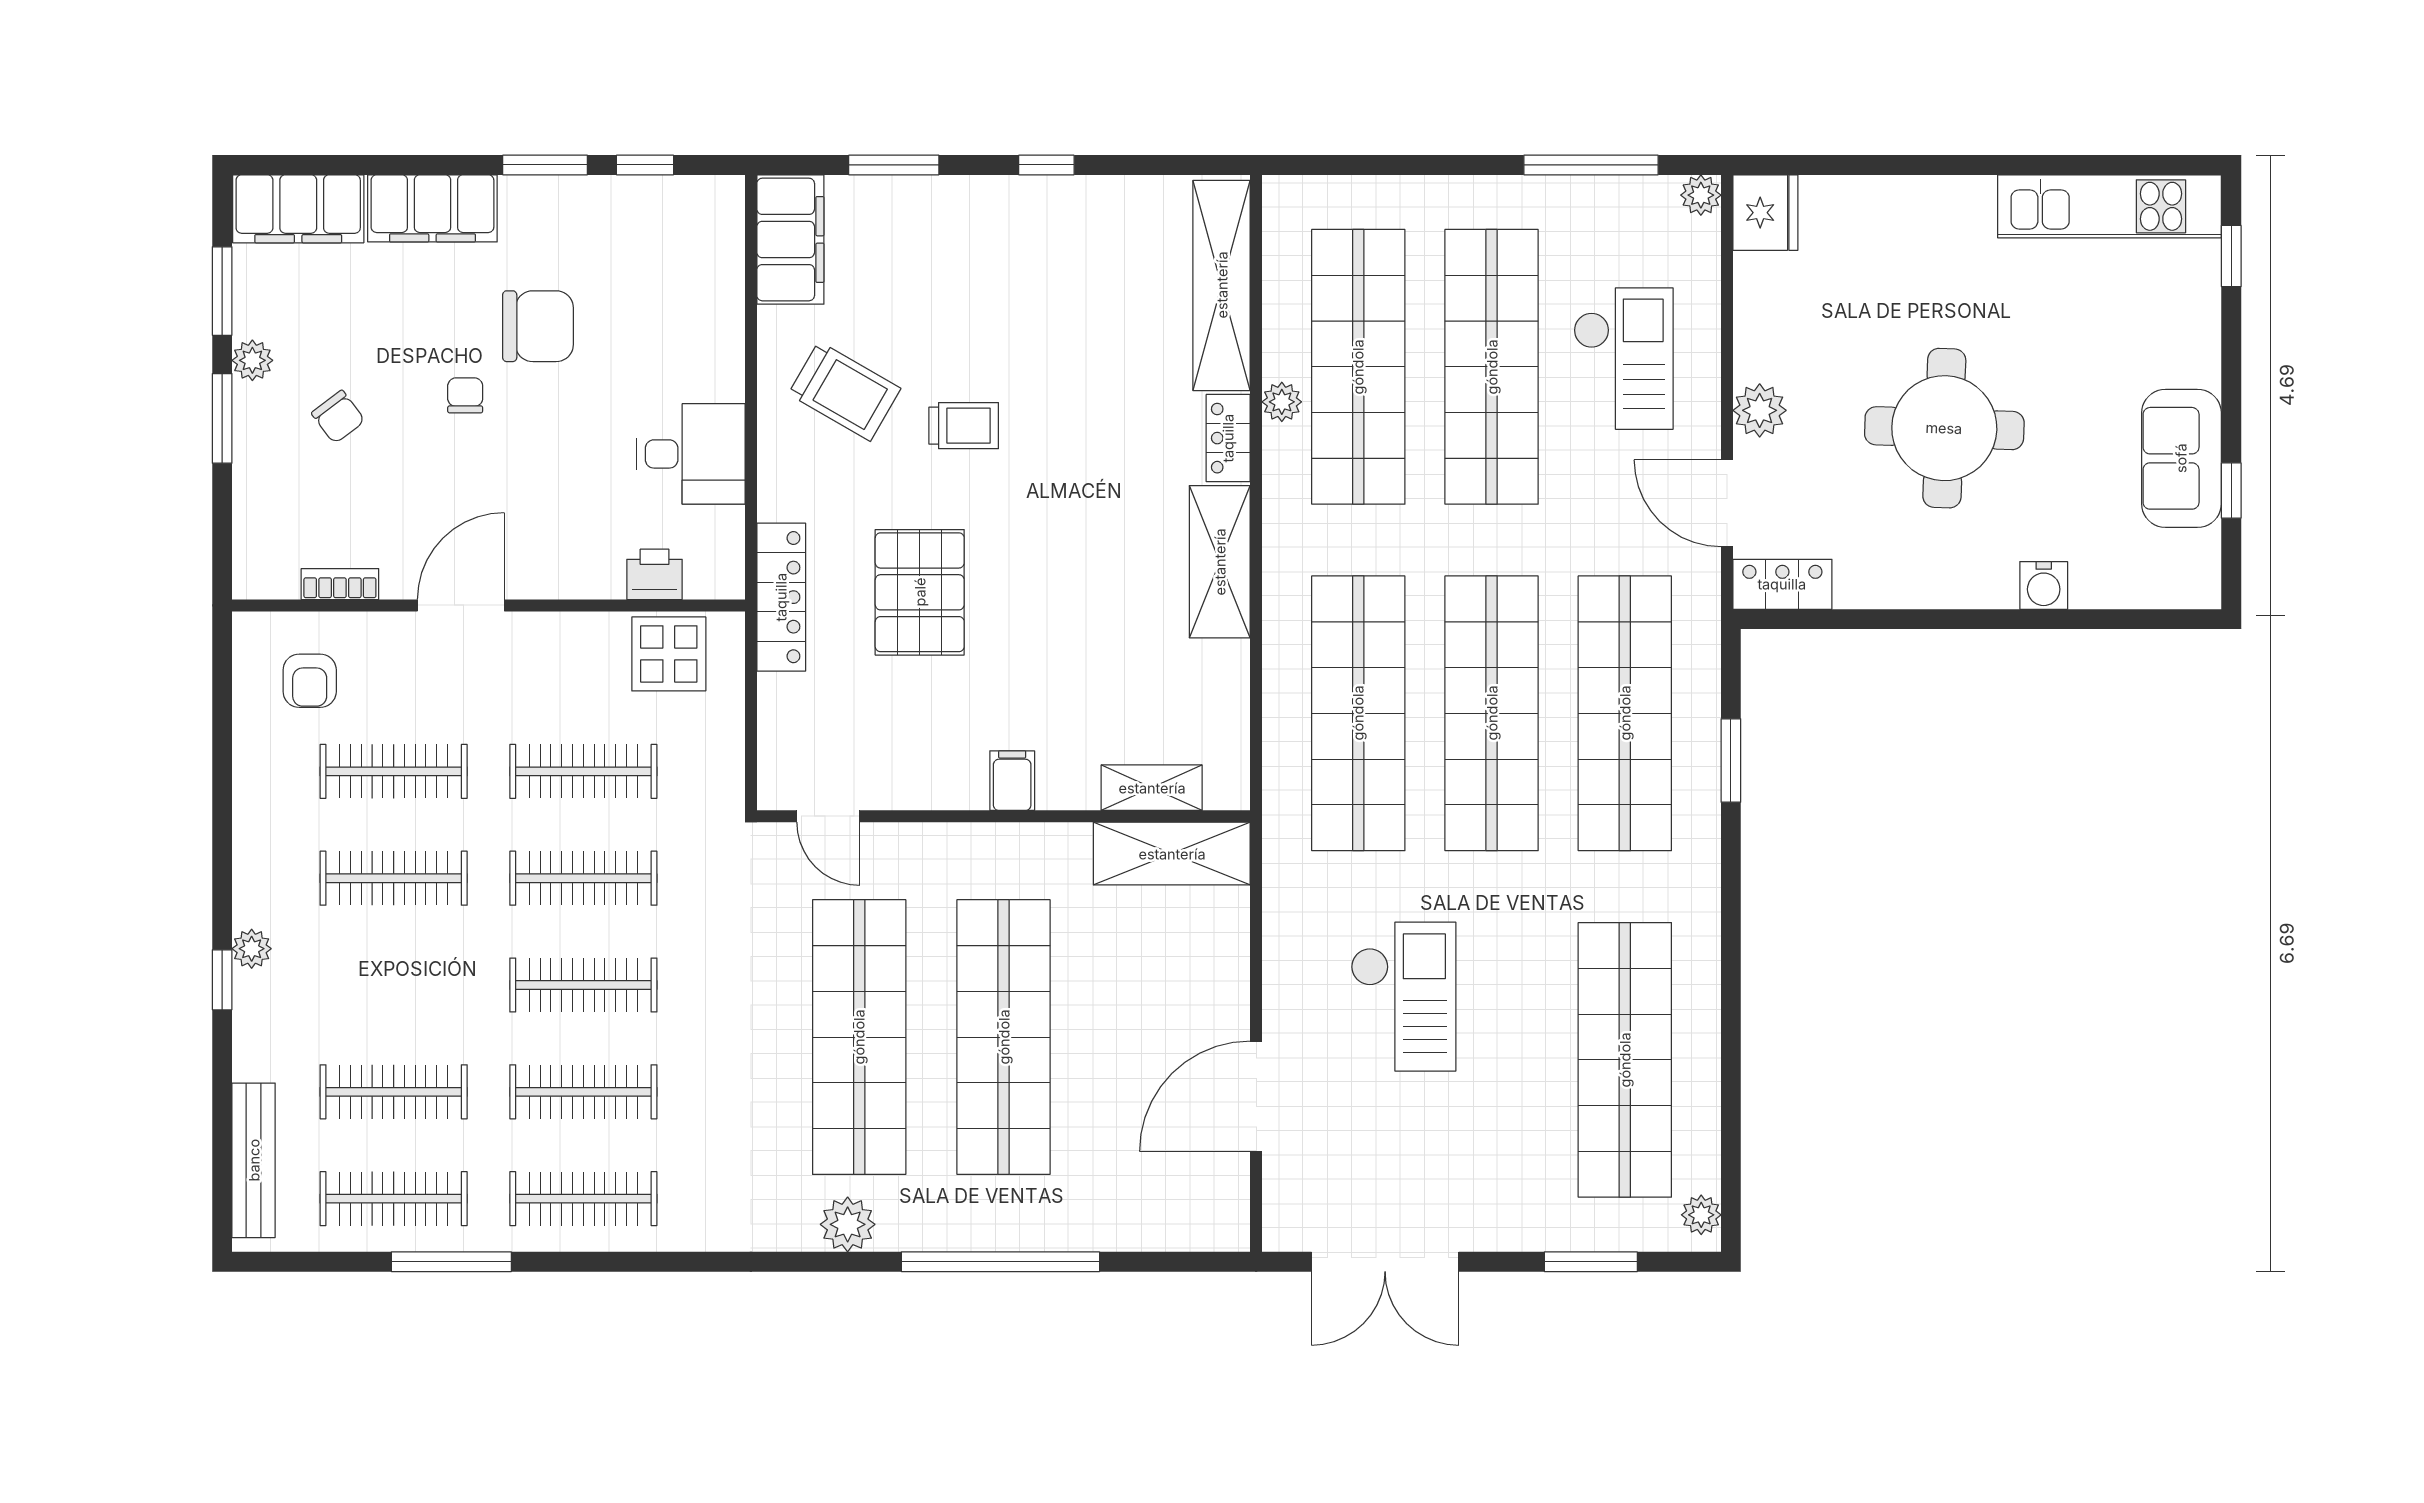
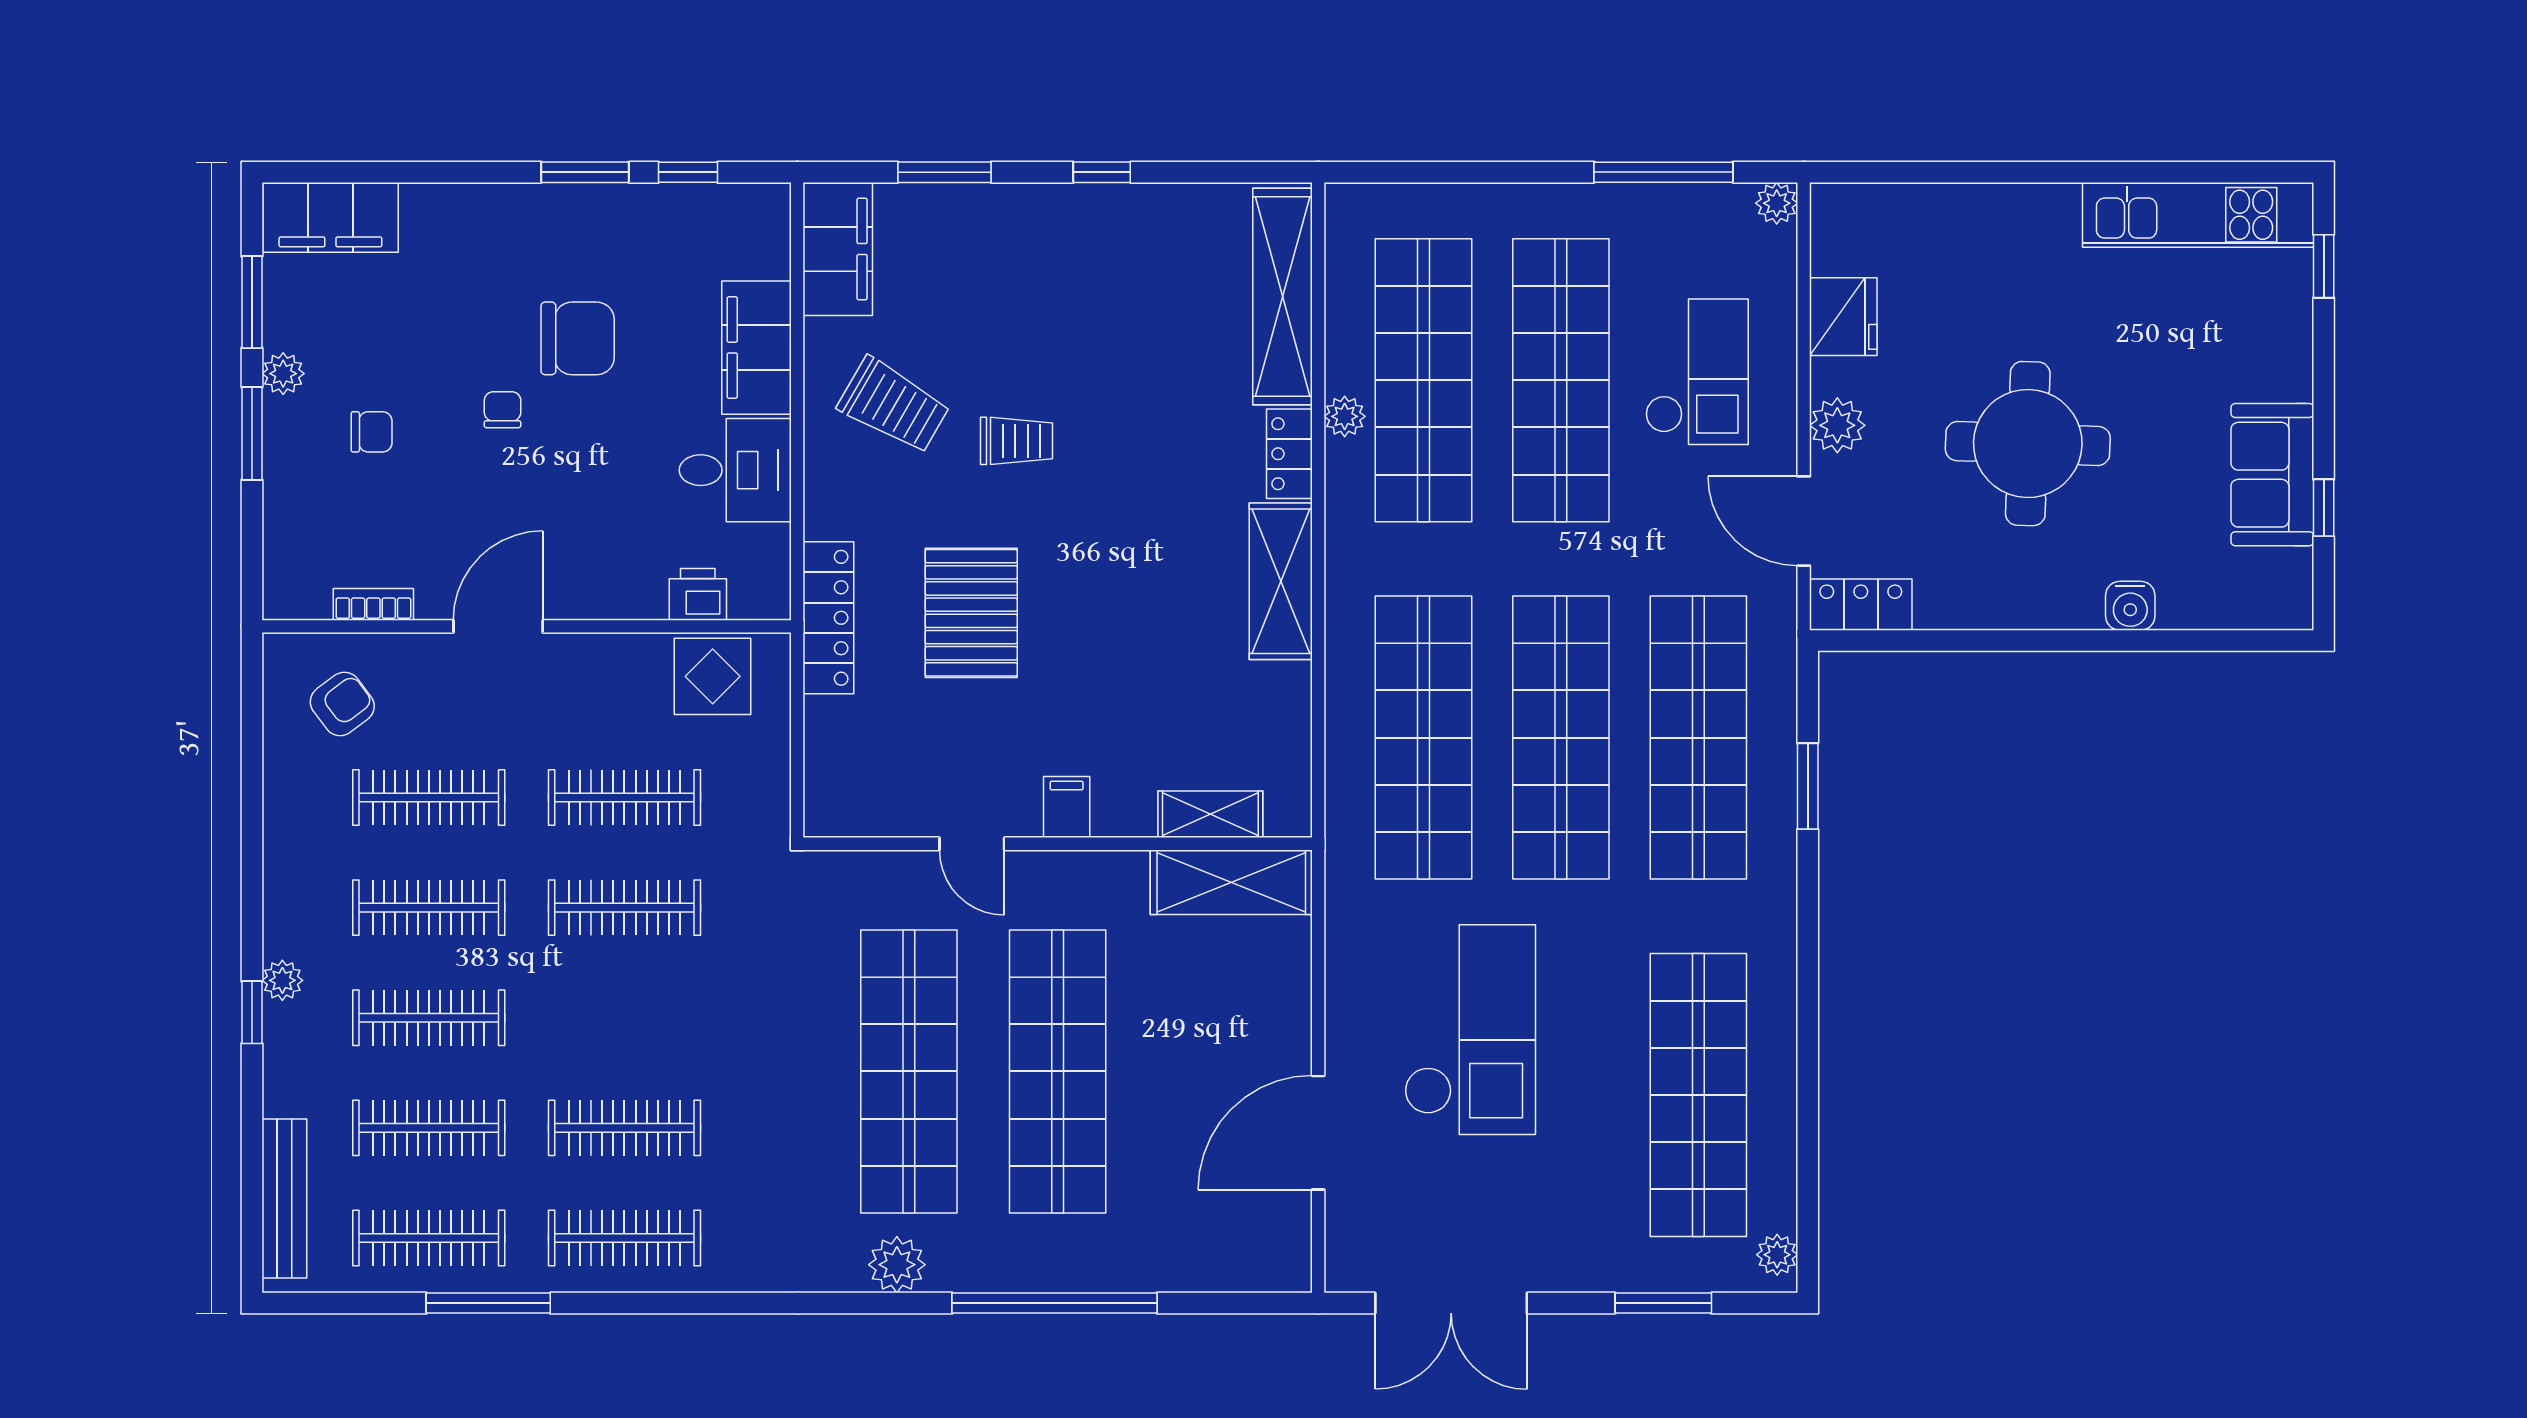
filing cabinet: (432, 208) -> (756, 348), moved, turned 90
fridge: (1765, 213) -> (1843, 317), moved
chair: (338, 417) -> (372, 432), turned -53
armchair: (310, 681) -> (342, 704), turned -127
door: (828, 816) -> (972, 844), moved
clothes rail: (583, 985) -> (429, 1018), moved
checkout: (1403, 997) -> (1470, 1030), width x1.36, depth x1.21

